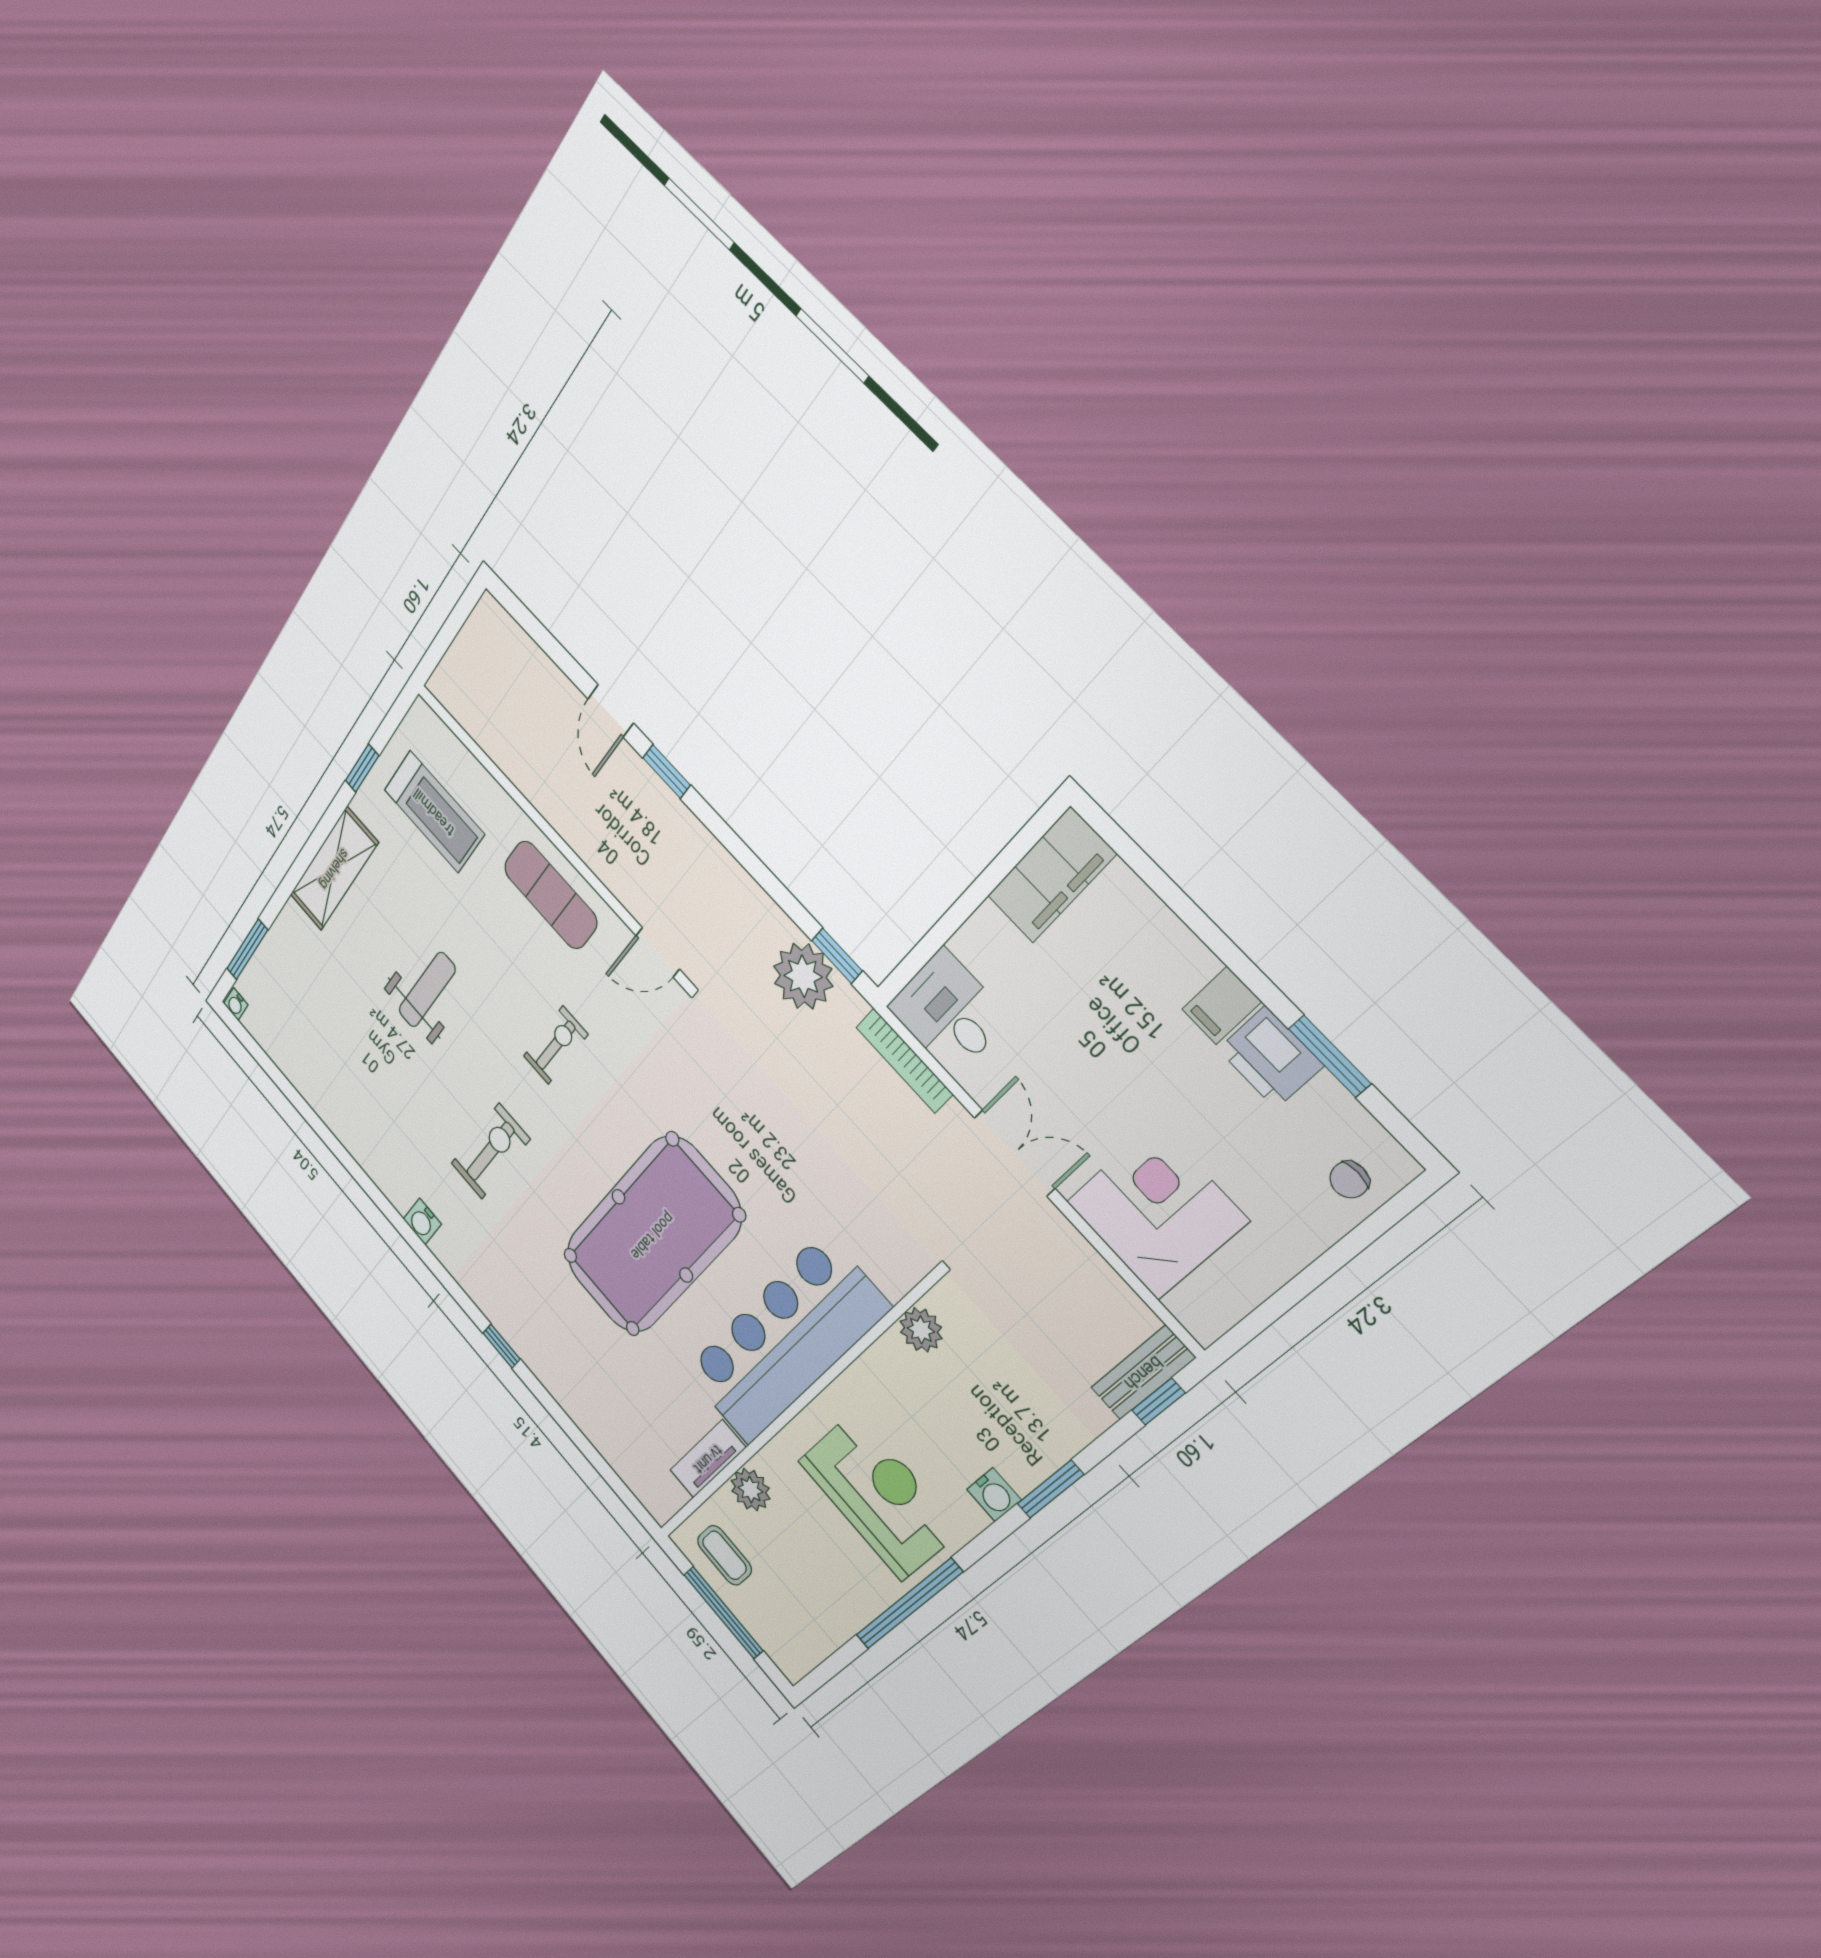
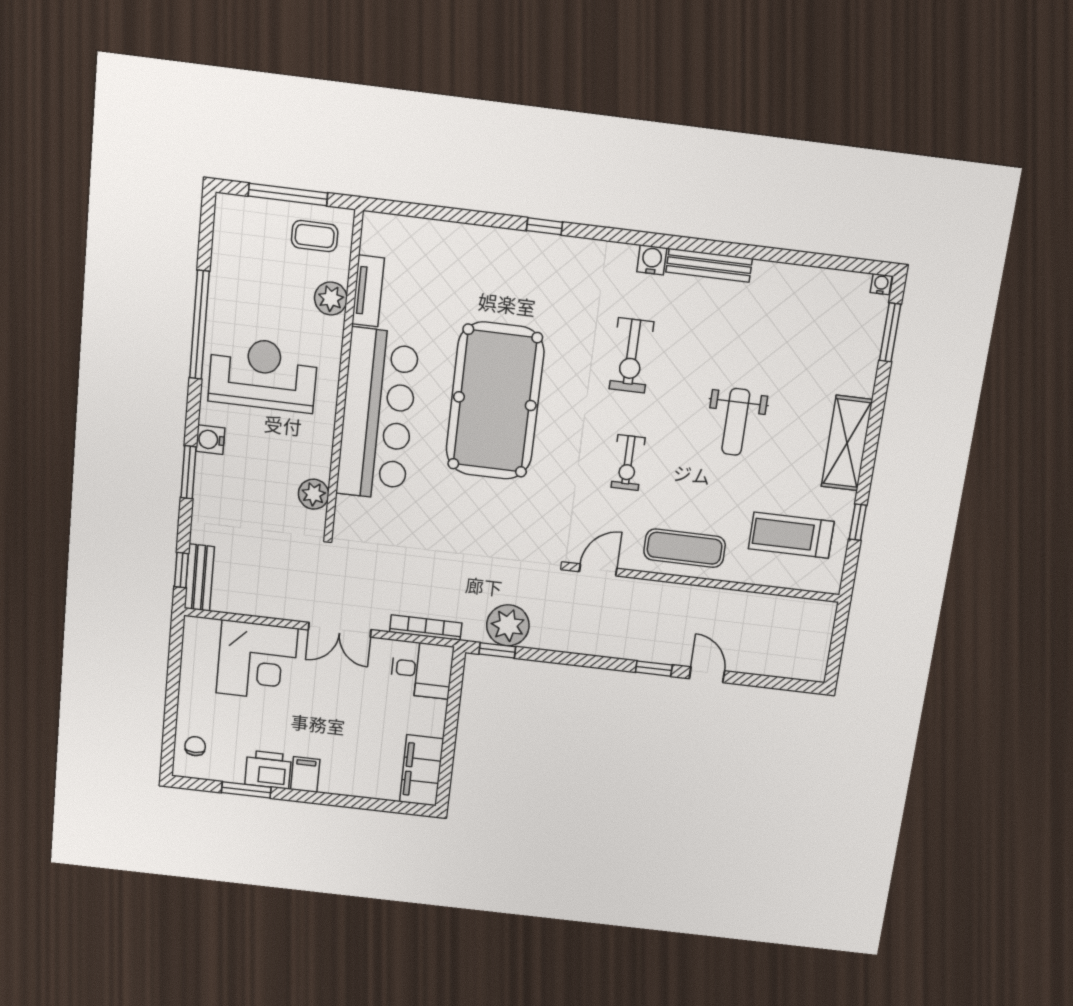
bench: (374, 1167) -> (709, 265), added
reception desk: (879, 1496) -> (263, 374), turned 180

